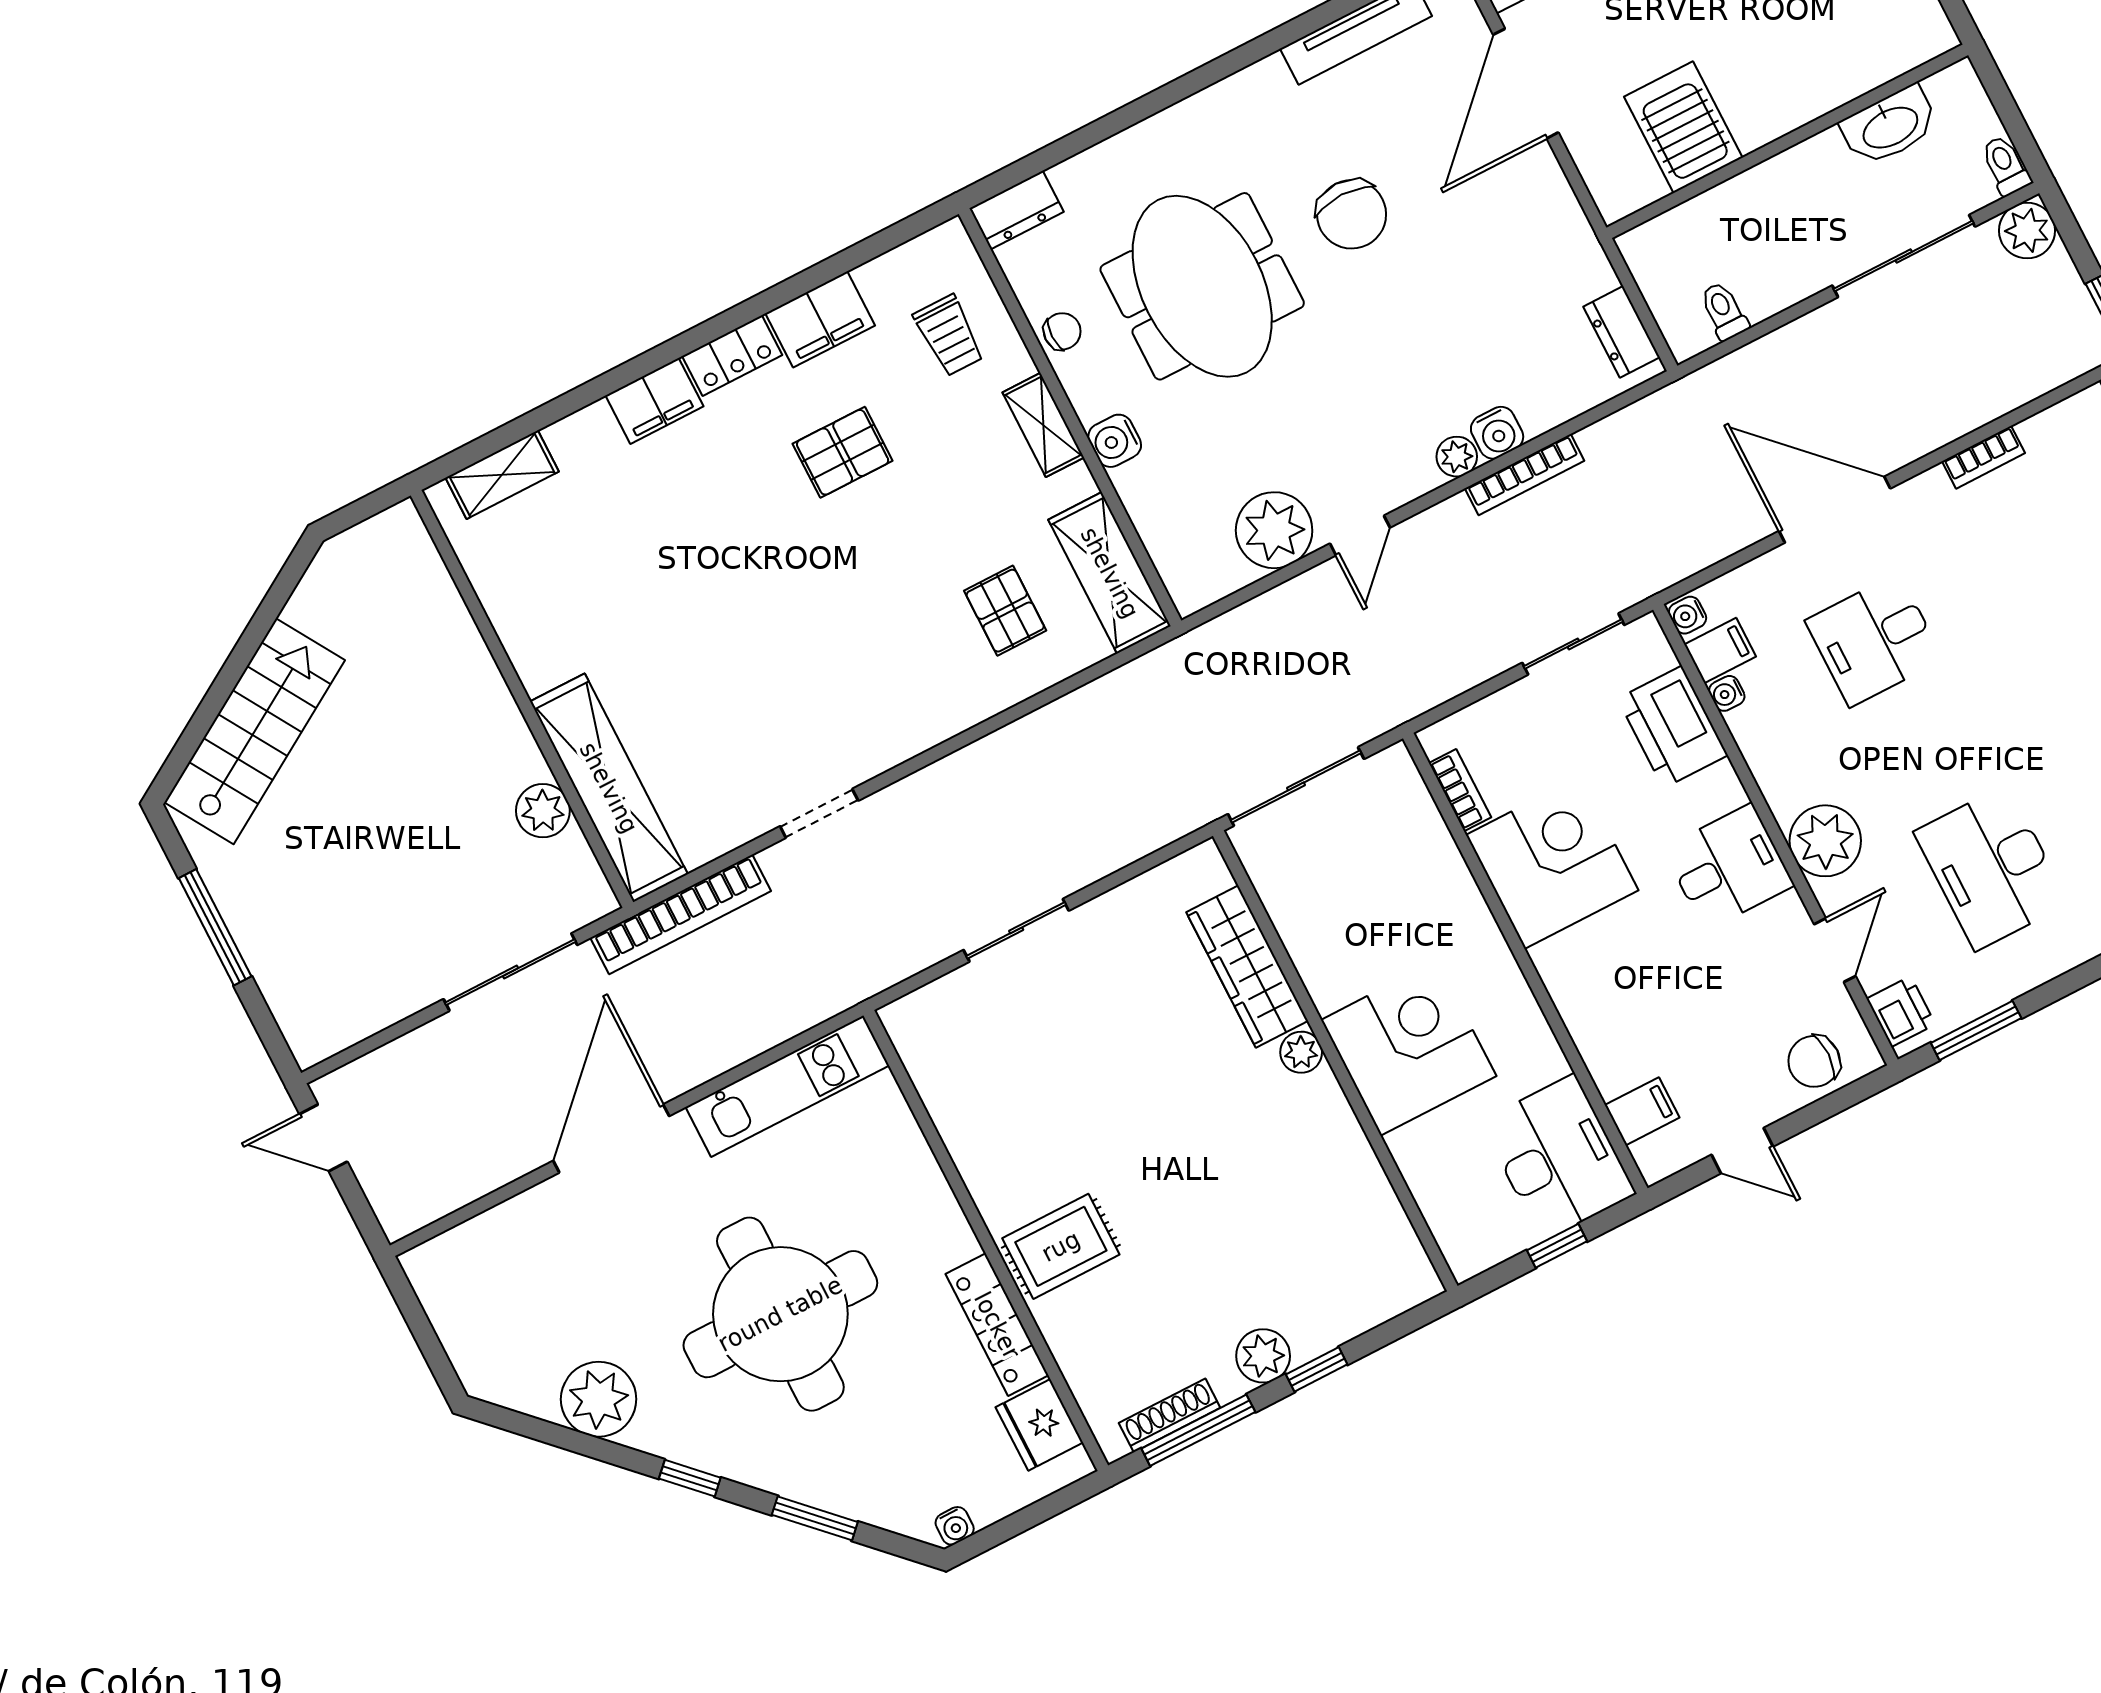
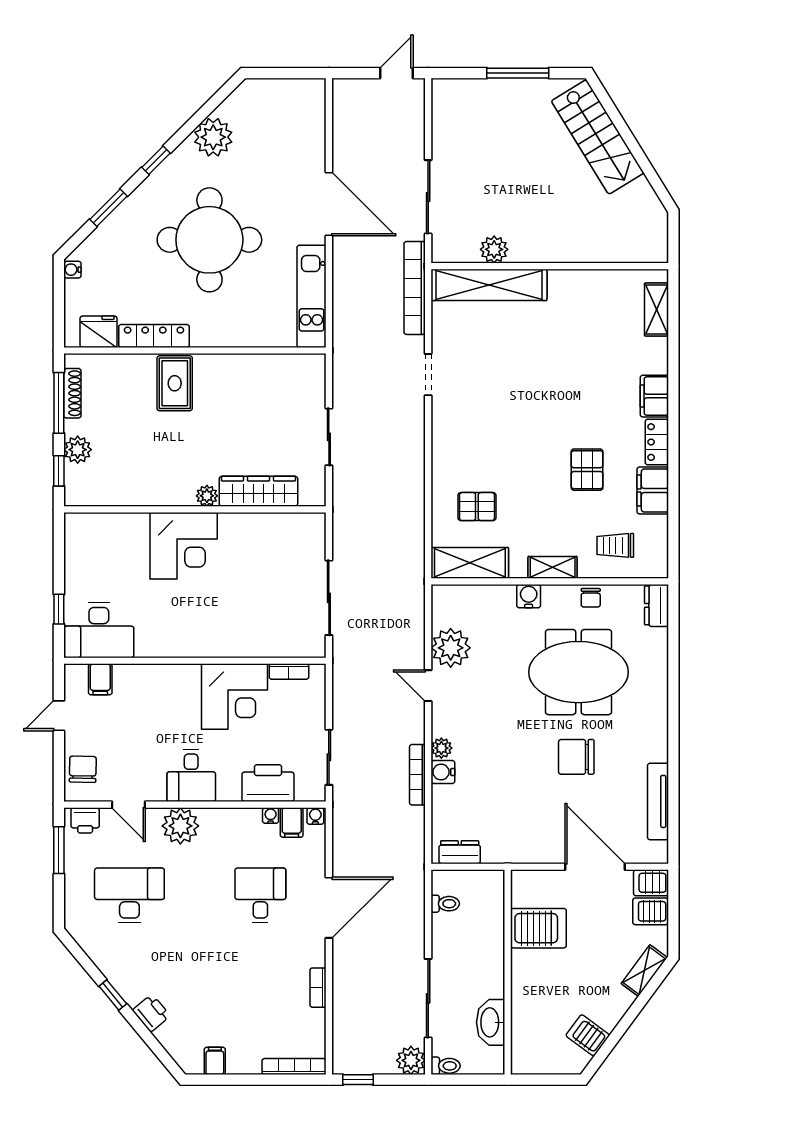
wardrobe: (1247, 966) -> (258, 491), moved
corner desk: (1409, 1048) -> (184, 546), moved
plant: (1301, 1052) -> (207, 496), moved
wall: (1335, 1061) -> (195, 509), moved

